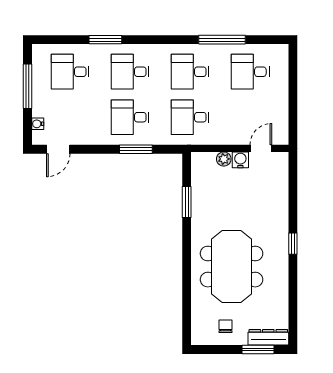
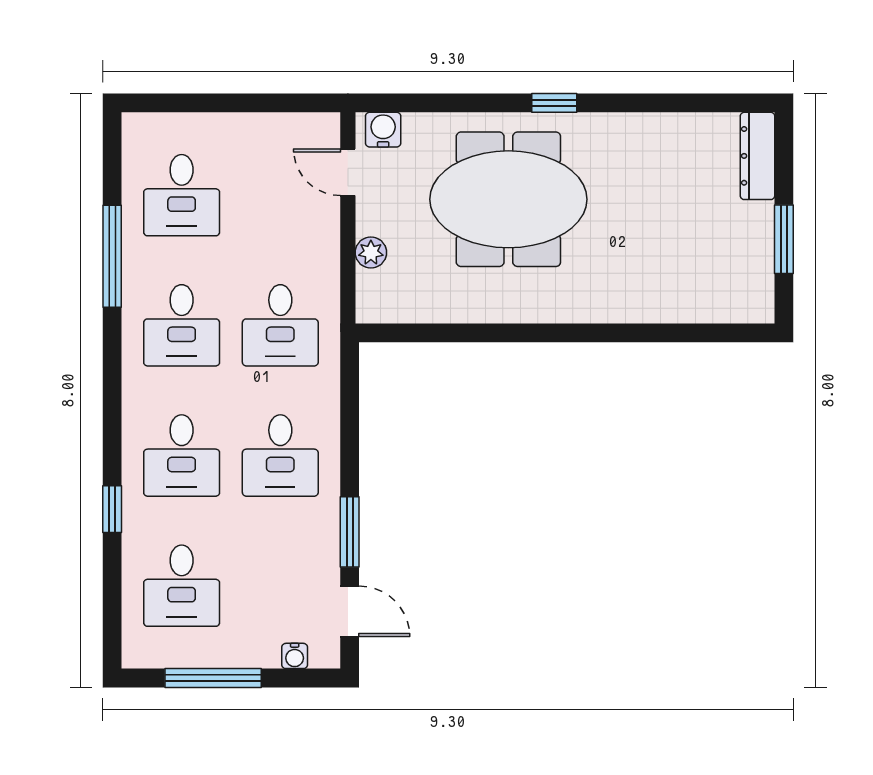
window: (105, 40) -> (112, 509), width x0.67
window: (136, 149) -> (350, 532), moved
water cooler: (240, 160) -> (383, 130), moved, turned 90
window: (187, 202) -> (464, 333), removed
meeting table: (232, 267) -> (508, 199), moved
chair: (226, 326) -> (734, 249), removed
window: (258, 349) -> (784, 239), moved

